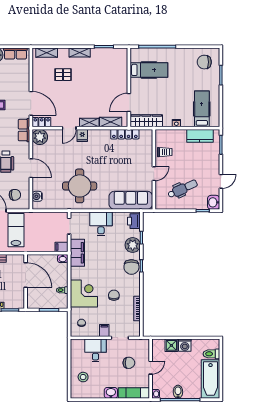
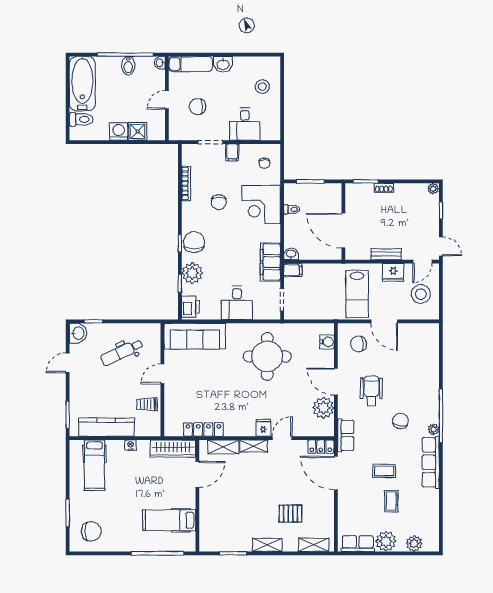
kitchen counter: (200, 136) -> (106, 427), width x1.50
plant: (40, 137) -> (323, 408), moved

